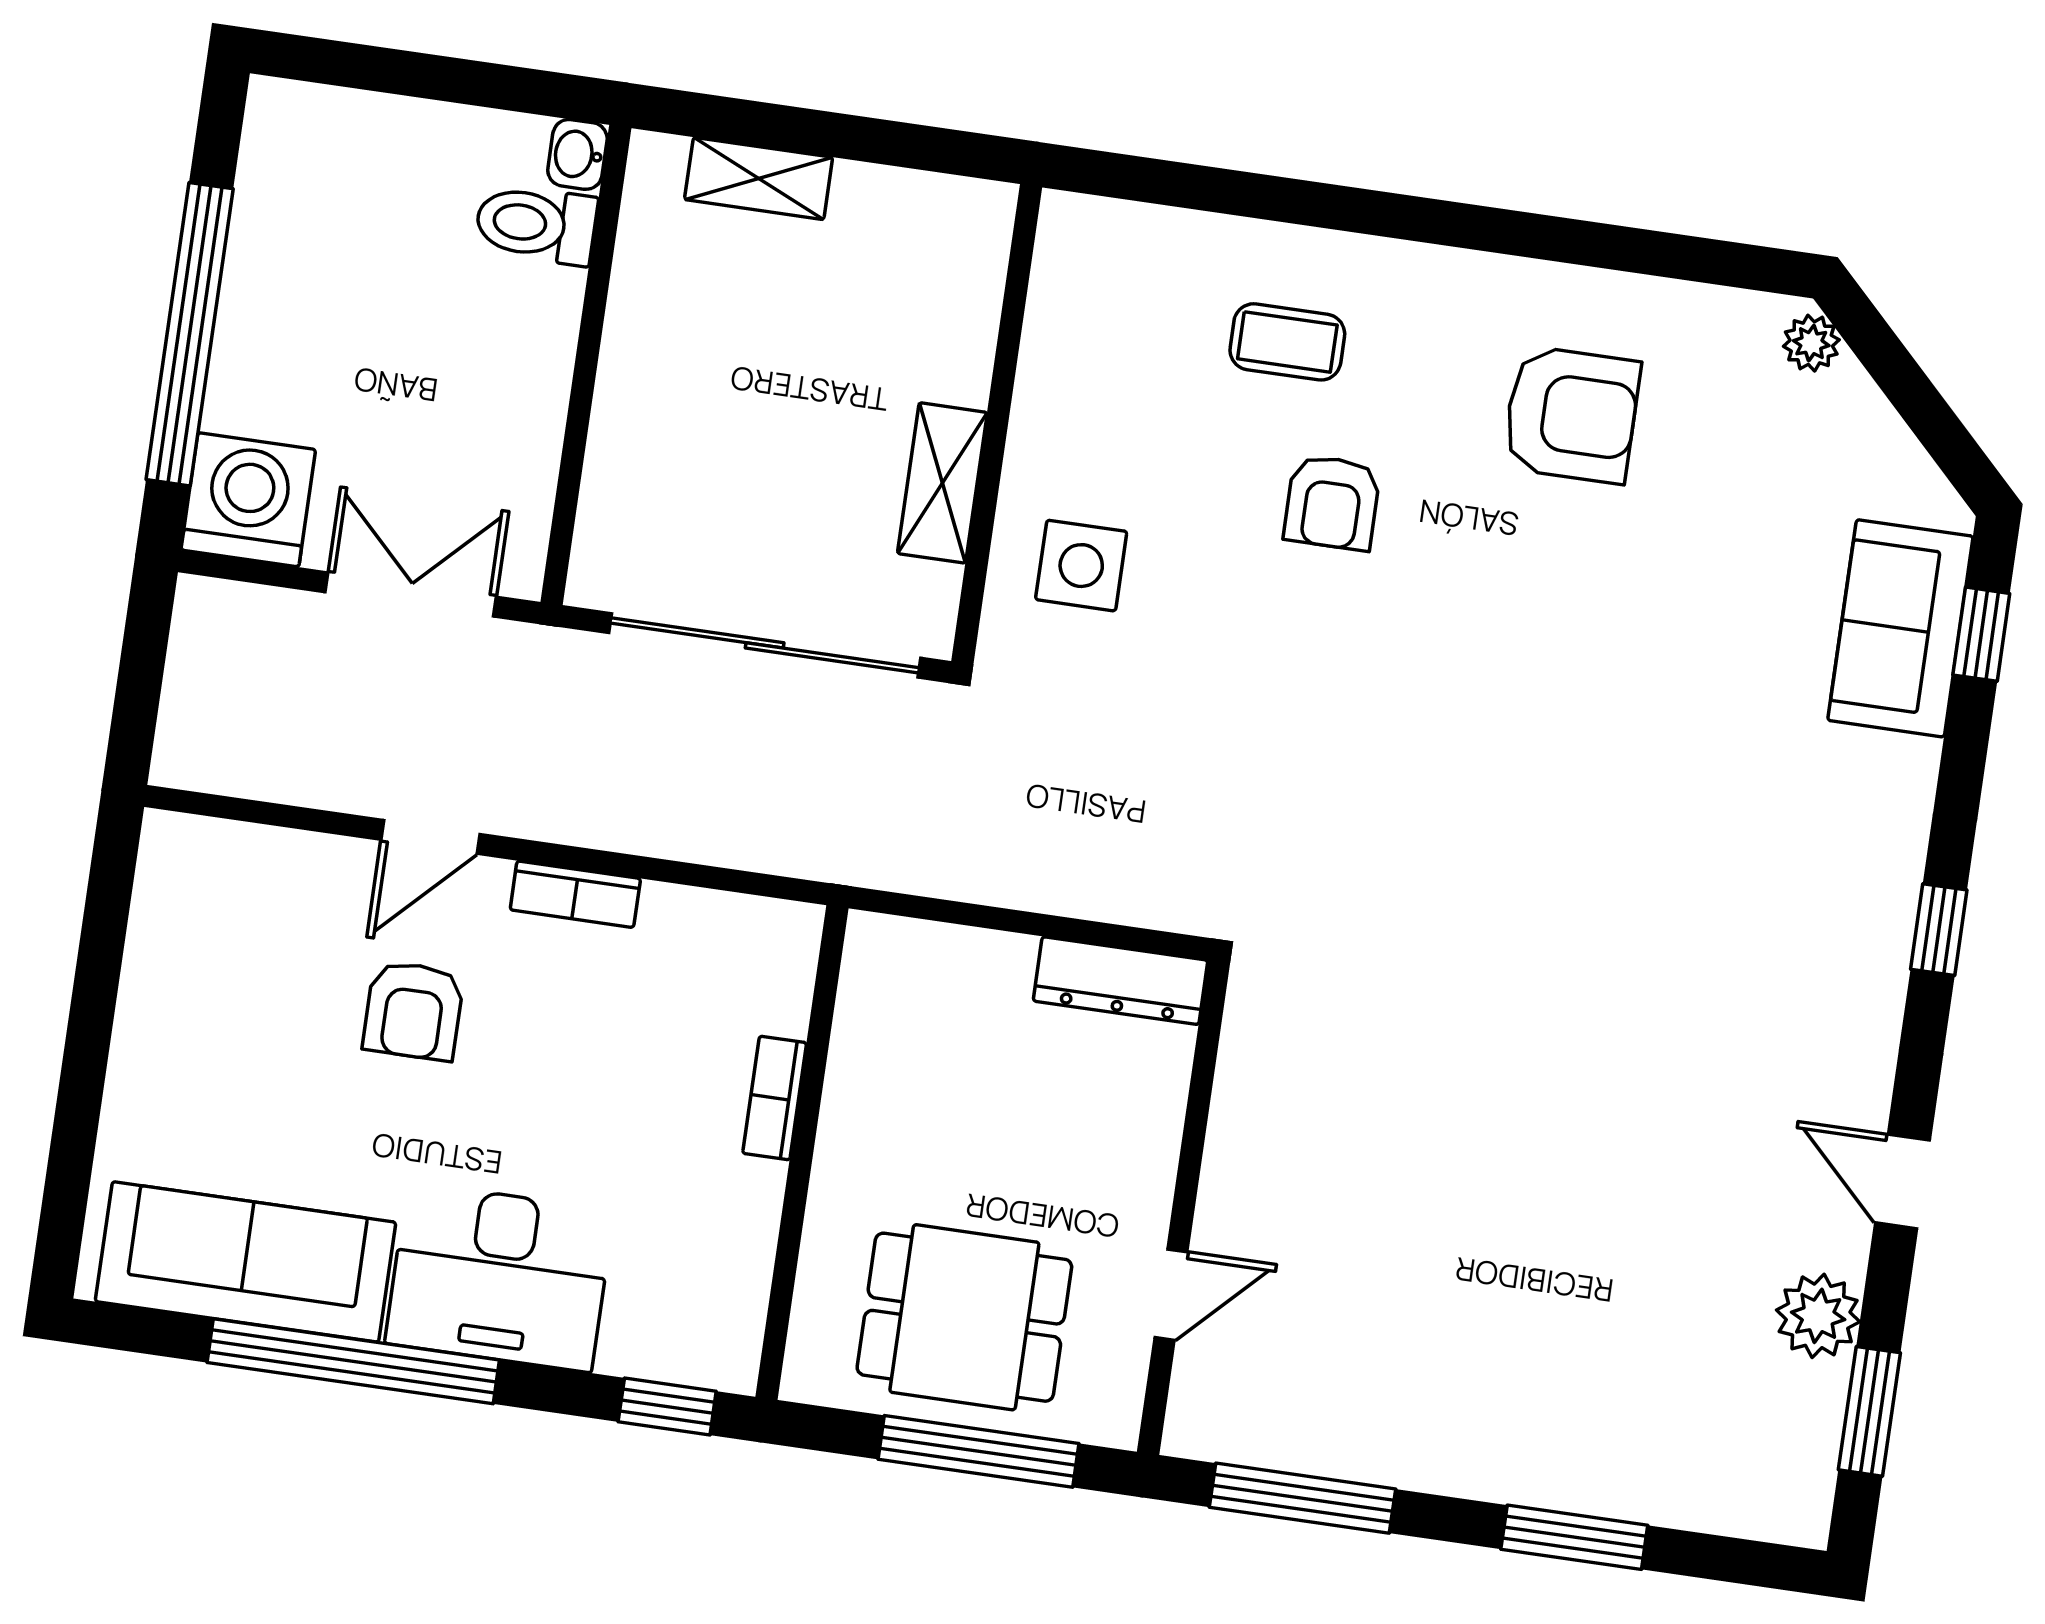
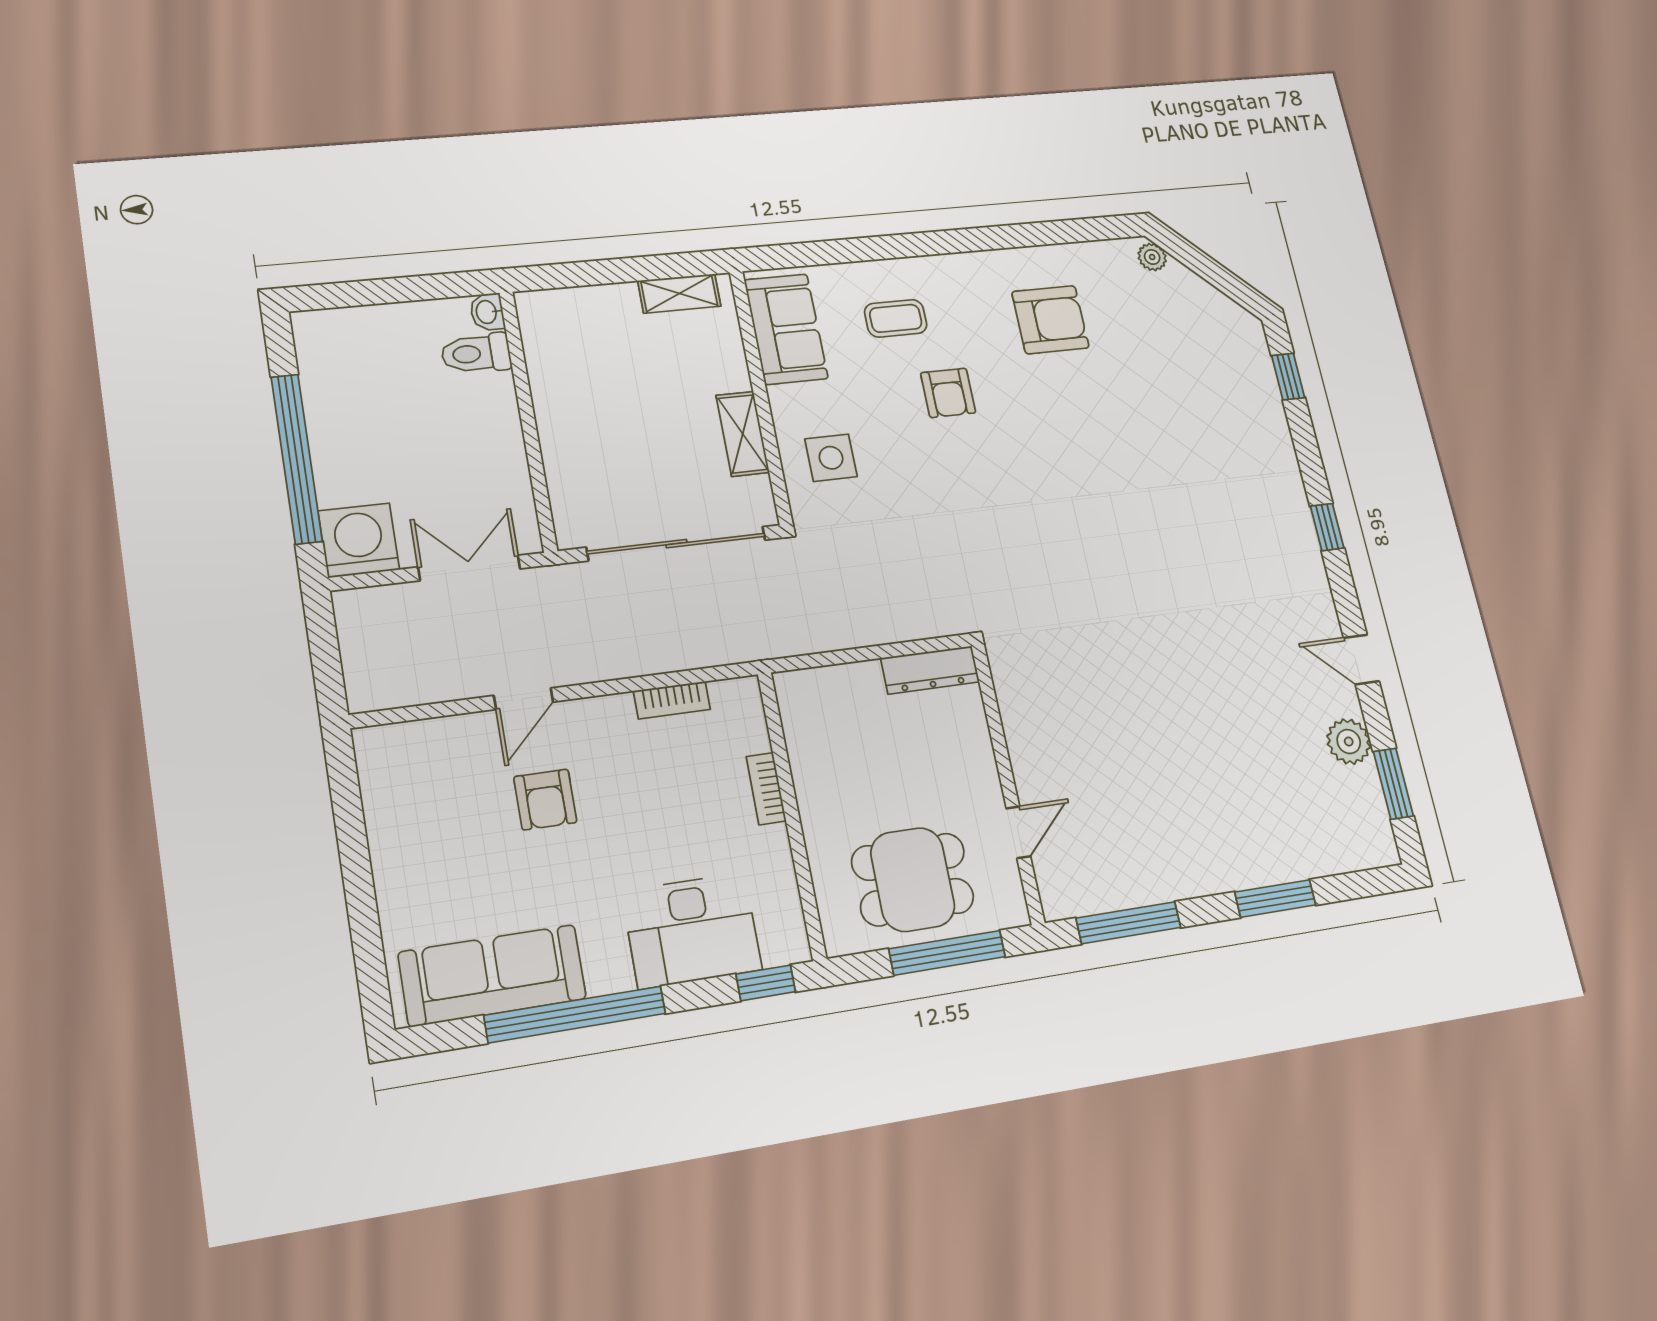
shelving: (759, 178) -> (679, 293), moved
sofa: (1900, 628) -> (786, 329), moved, turned 180
bookcase: (575, 894) -> (672, 700), moved
desk: (499, 1277) -> (692, 930), moved

